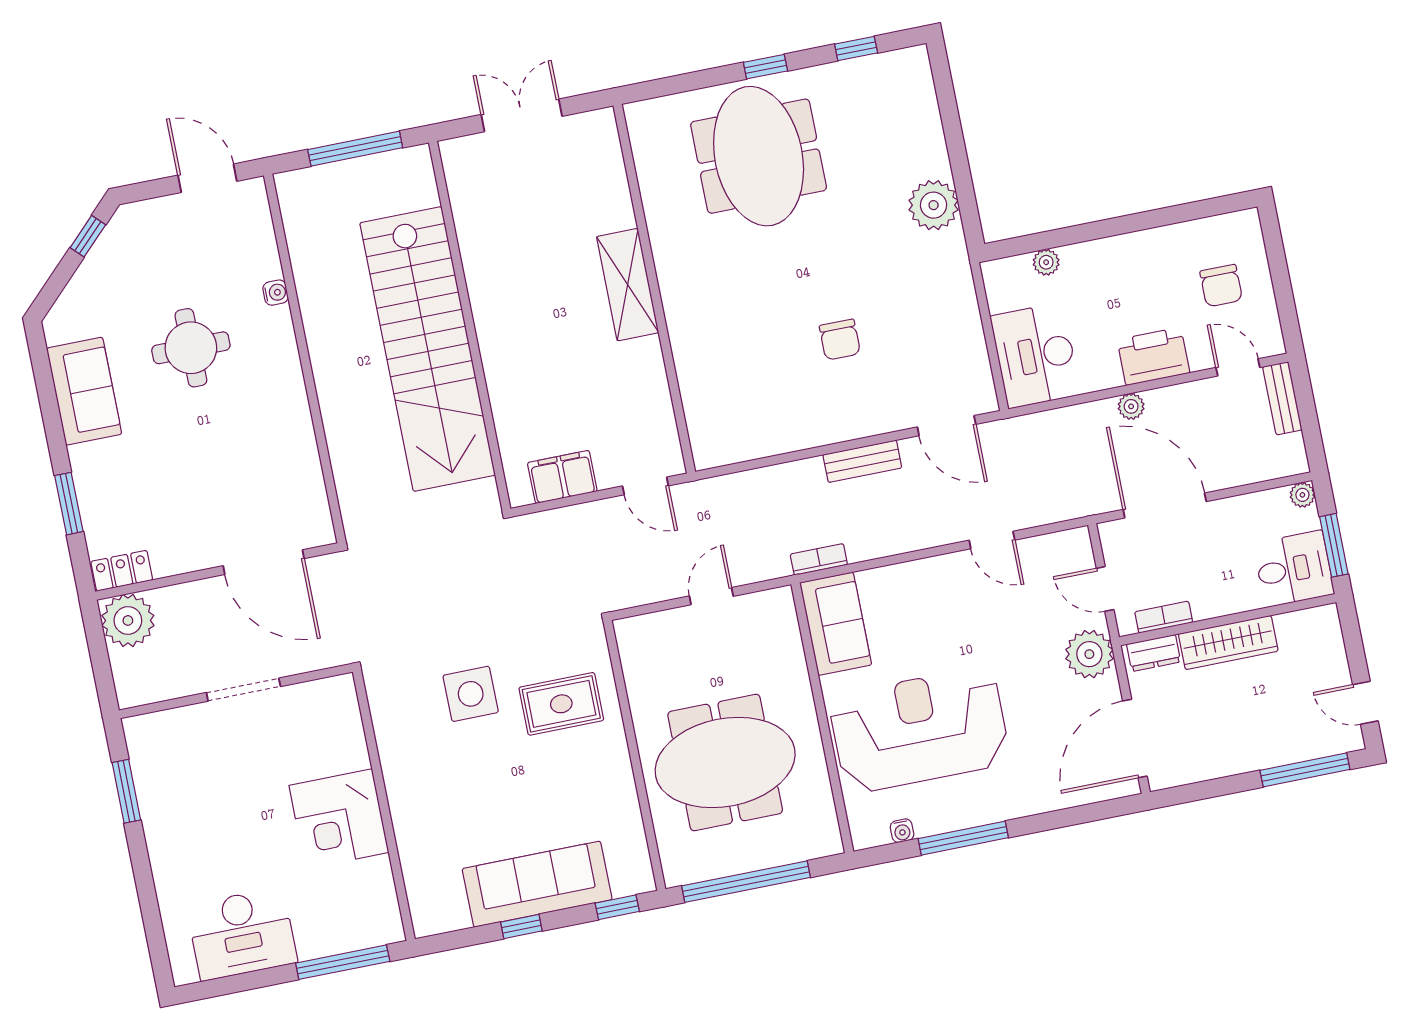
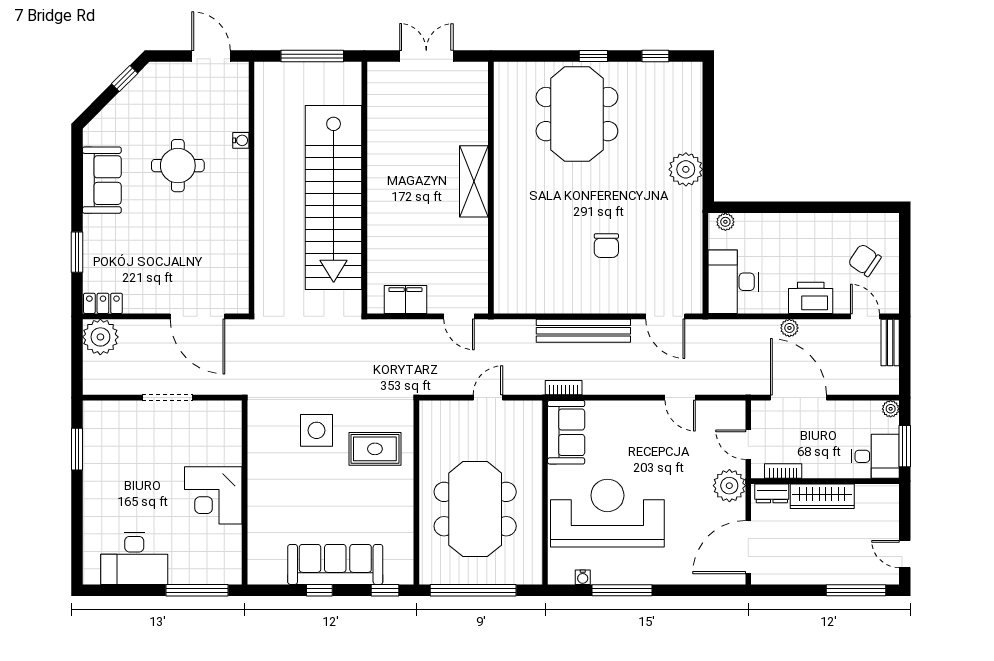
plant: (1046, 262) -> (725, 222), moved
chair: (1221, 286) -> (865, 260), turned 124
bench: (862, 461) -> (583, 331), width x1.86, depth x1.21
meeting table: (725, 762) -> (475, 509), turned 90

